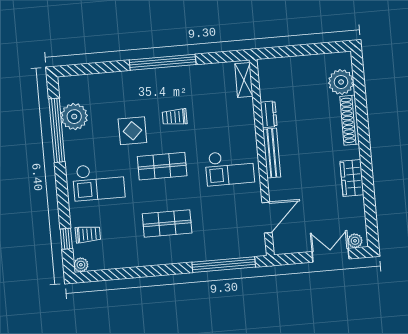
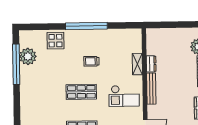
shelving: (244, 80) -> (137, 64), moved
display table: (132, 131) -> (55, 41), moved
checkout: (99, 182) -> (40, 99), removed

